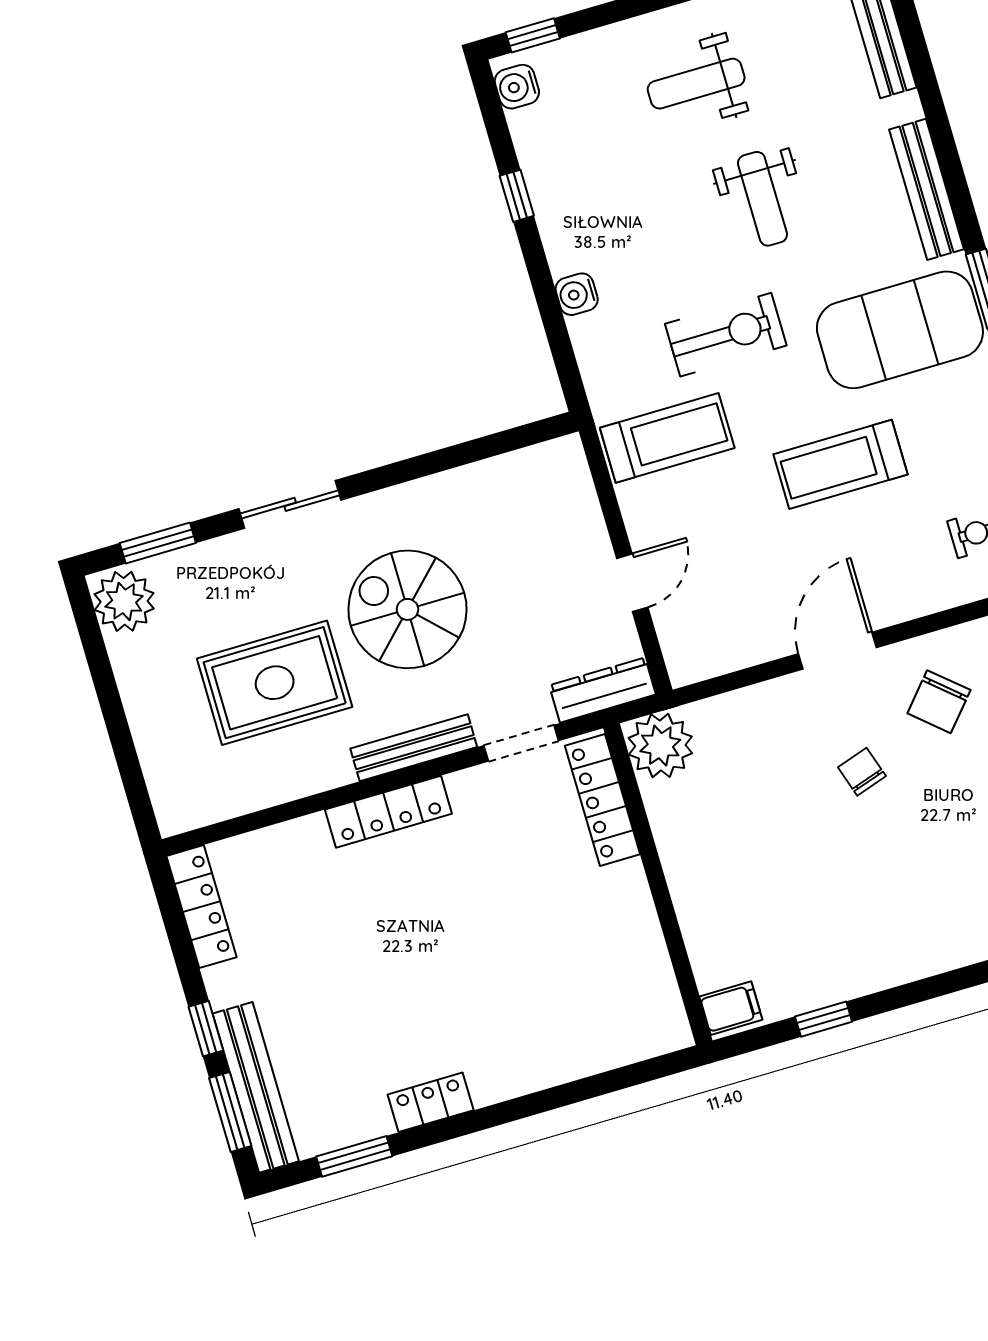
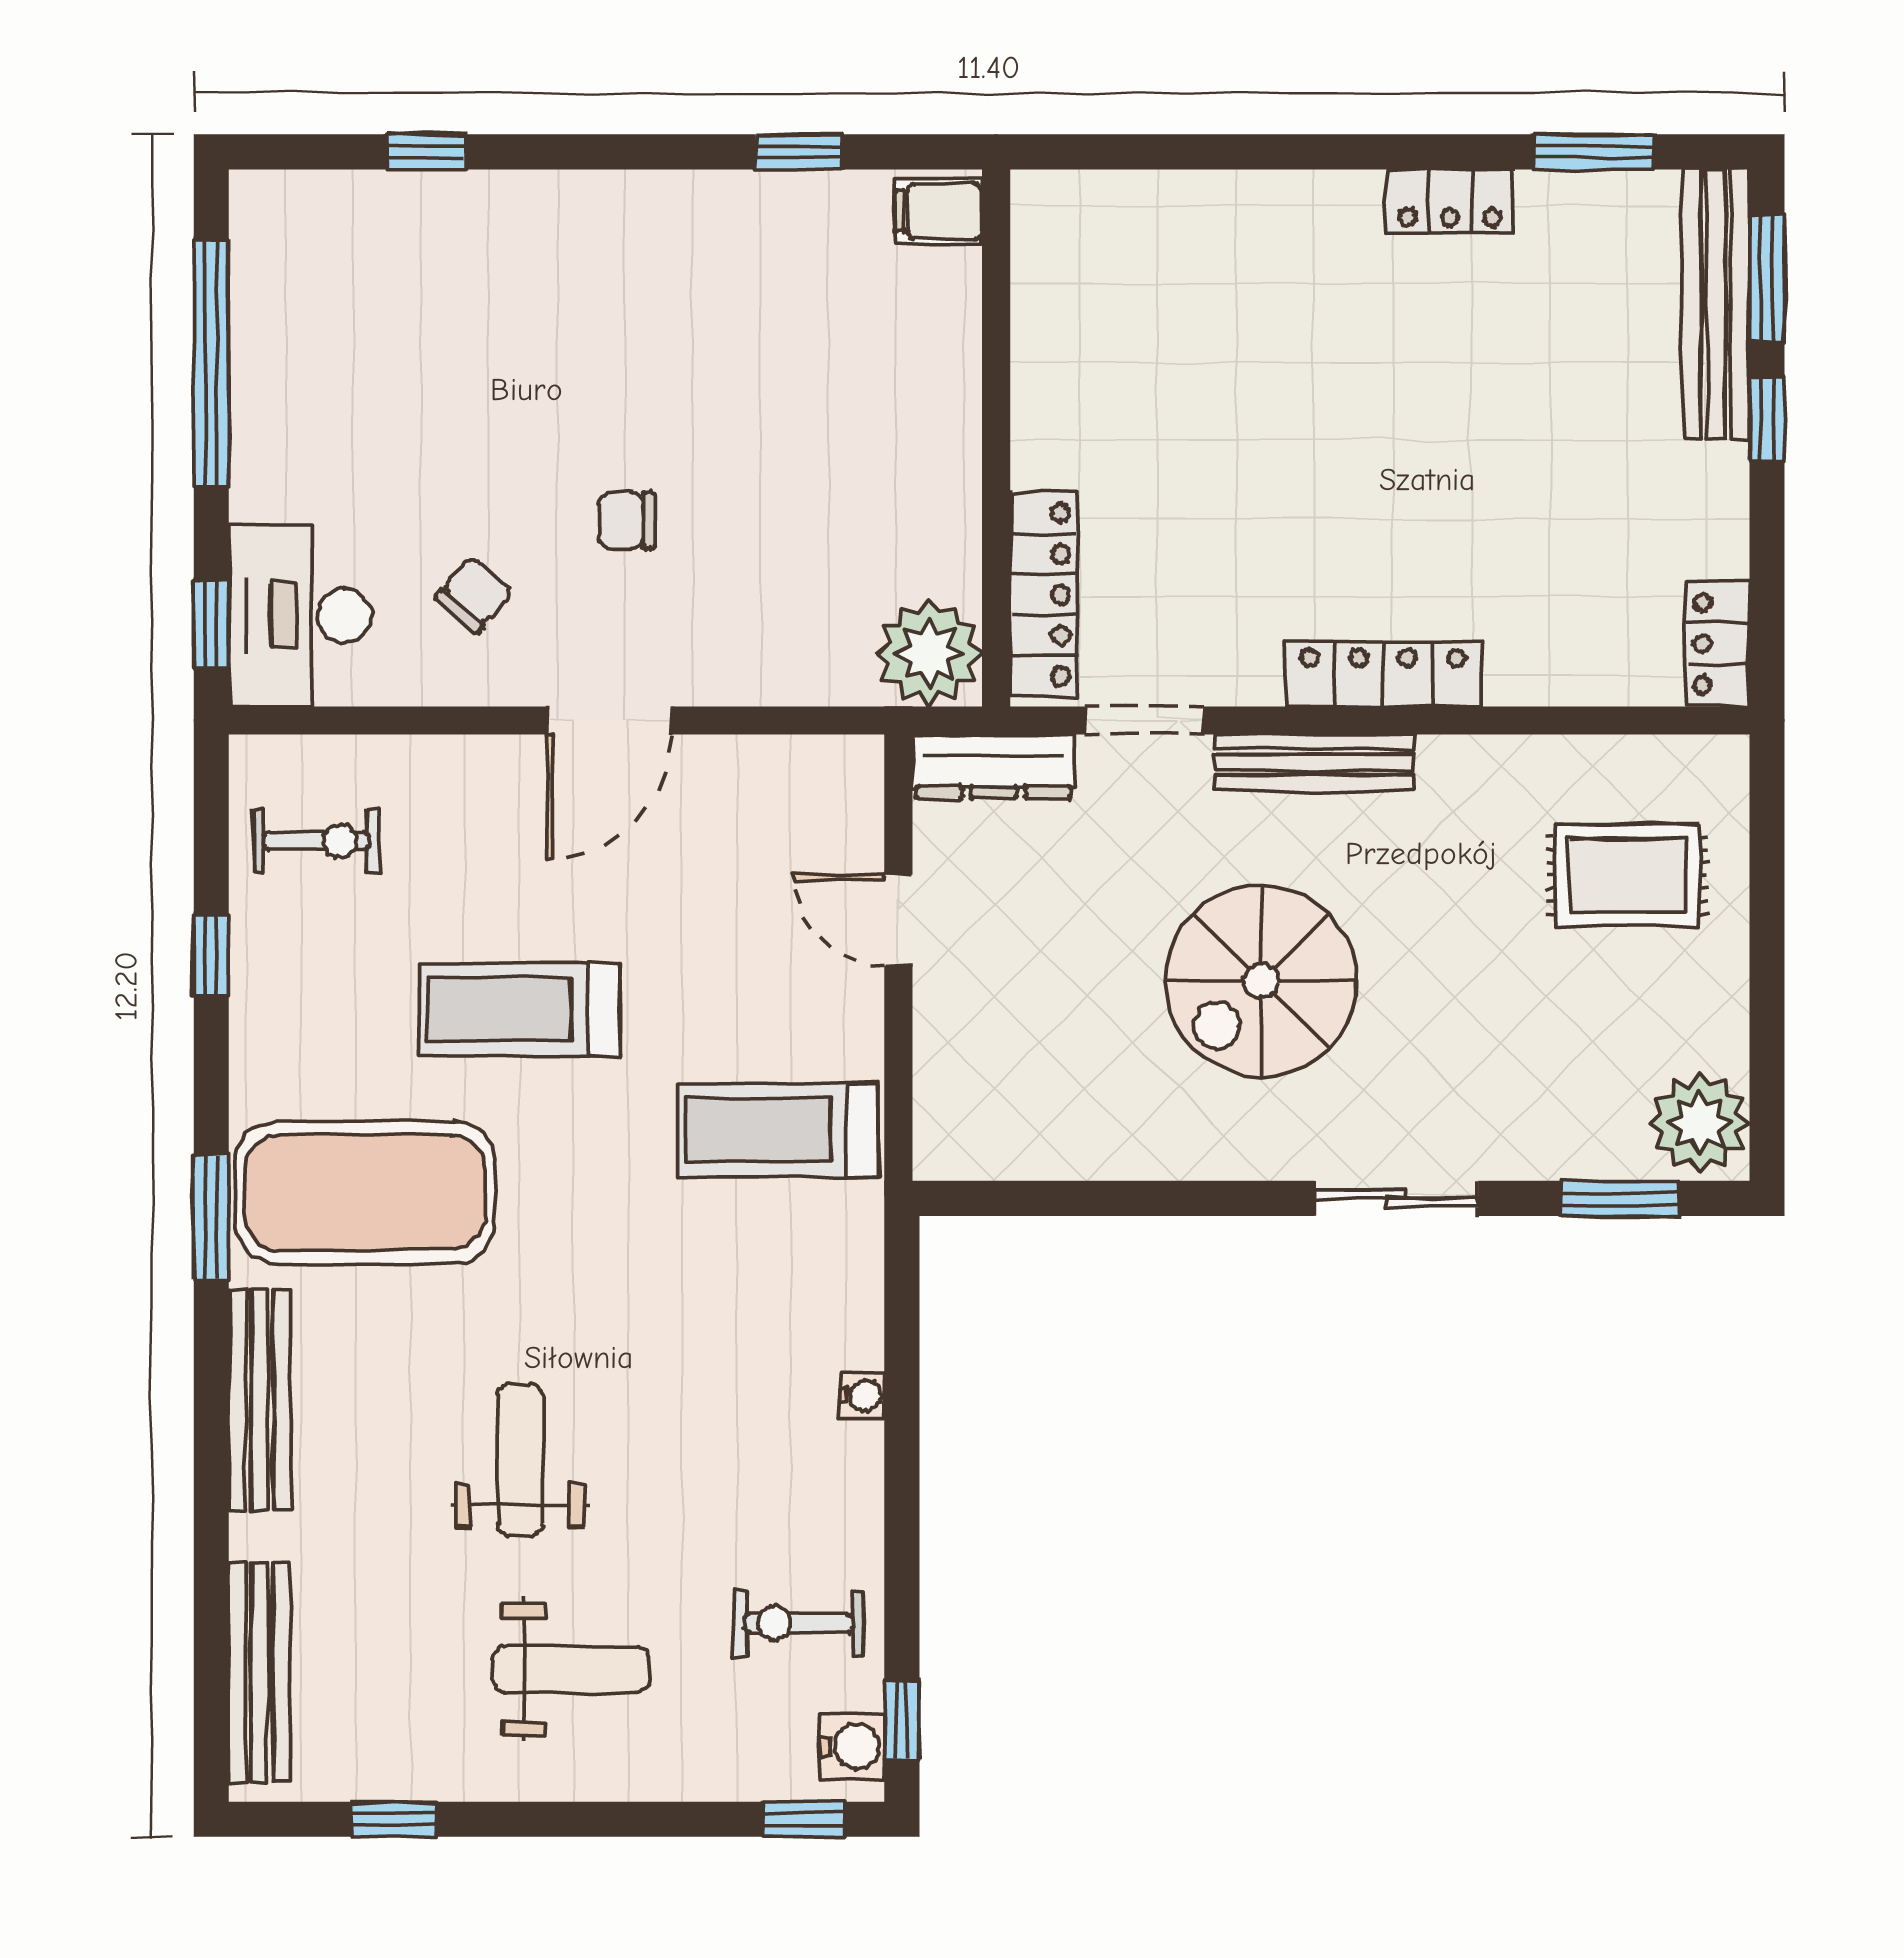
window: (517, 196) -> (902, 1720), moved
water cooler: (577, 294) -> (862, 1395), width x0.72, depth x0.72
exercise bike: (726, 335) -> (799, 1623), moved, width x0.73, depth x0.72
treadmill: (840, 464) -> (519, 1010), turned 180
door: (632, 583) -> (898, 920), hinge flipped
spiral stairs: (407, 609) -> (1261, 981), turned 90
rug: (275, 683) -> (1628, 875), moved, width x0.73, depth x0.70
chair: (939, 702) -> (474, 595), width x0.73, depth x0.73
chair: (862, 772) -> (626, 520), turned 108
locker: (202, 907) -> (1718, 644), width x0.66

